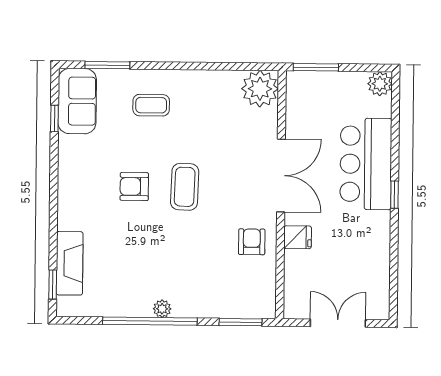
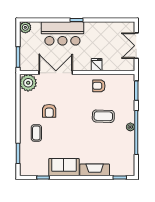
sofa: (77, 101) -> (64, 167), moved
double door: (281, 176) -> (56, 73), moved
armchair: (134, 187) -> (49, 111), moved
coffee table: (185, 187) -> (103, 116), moved
fireplace: (70, 263) -> (95, 170), moved

